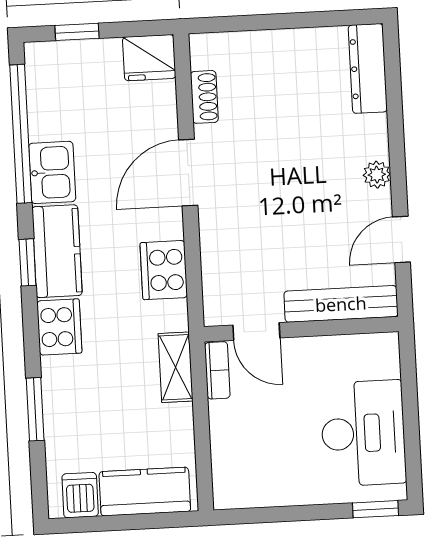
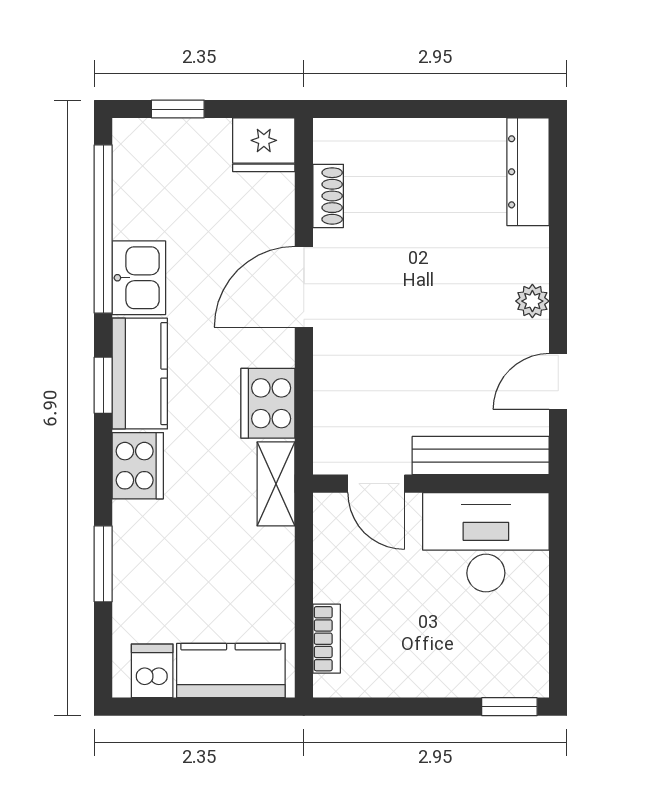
shelving: (176, 367) -> (276, 484), moved
bookcase: (217, 370) -> (327, 639), moved
desk: (363, 433) -> (486, 542), moved, turned -90

